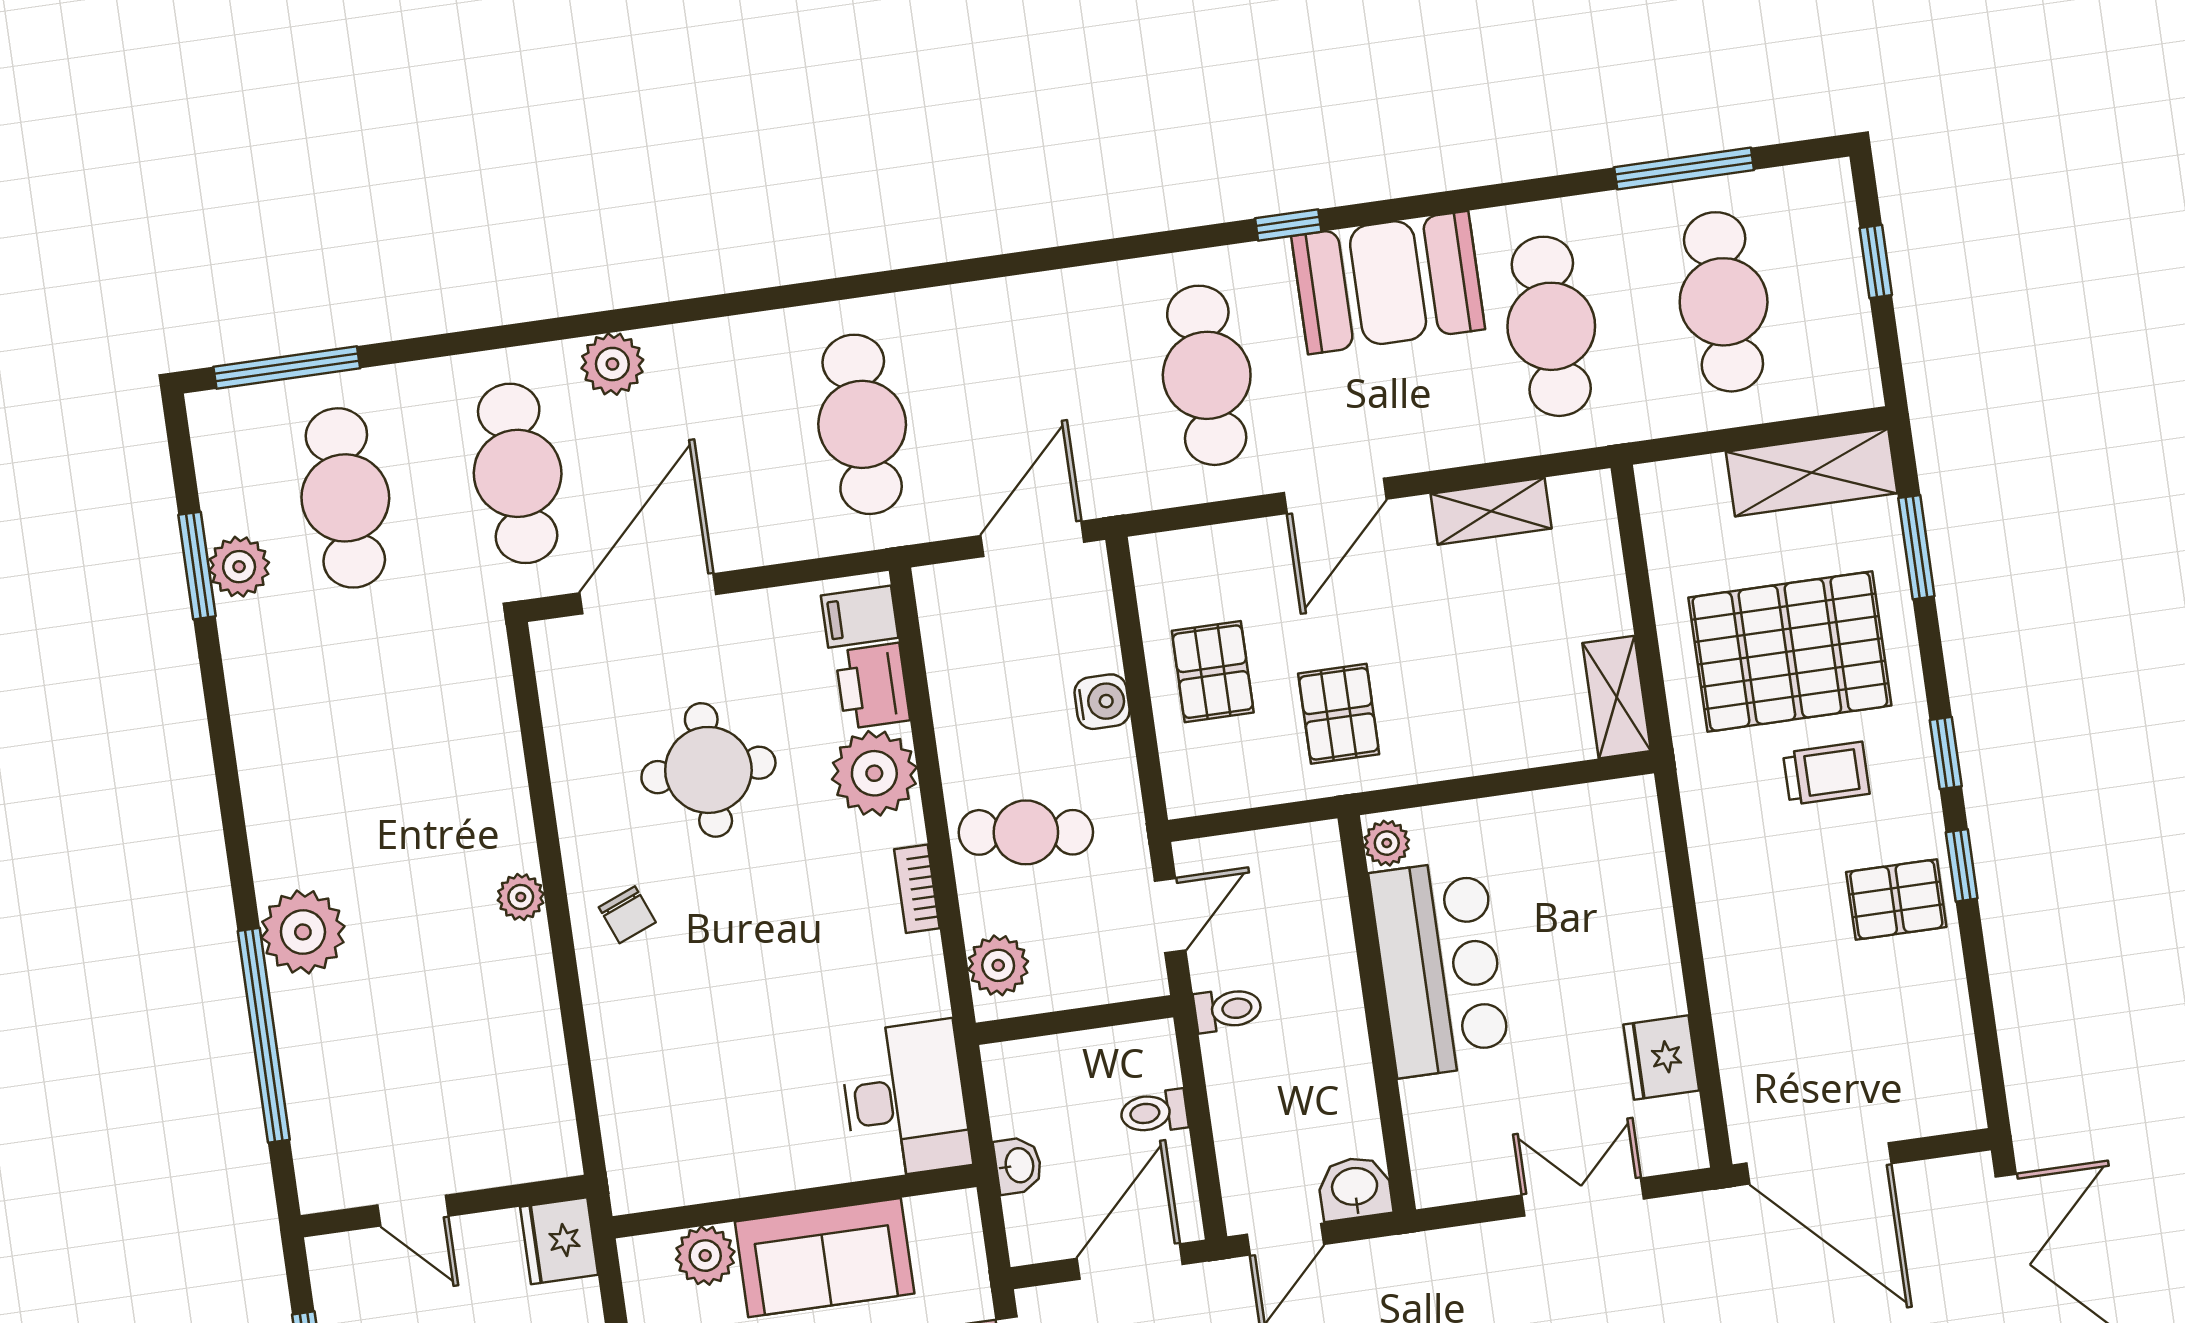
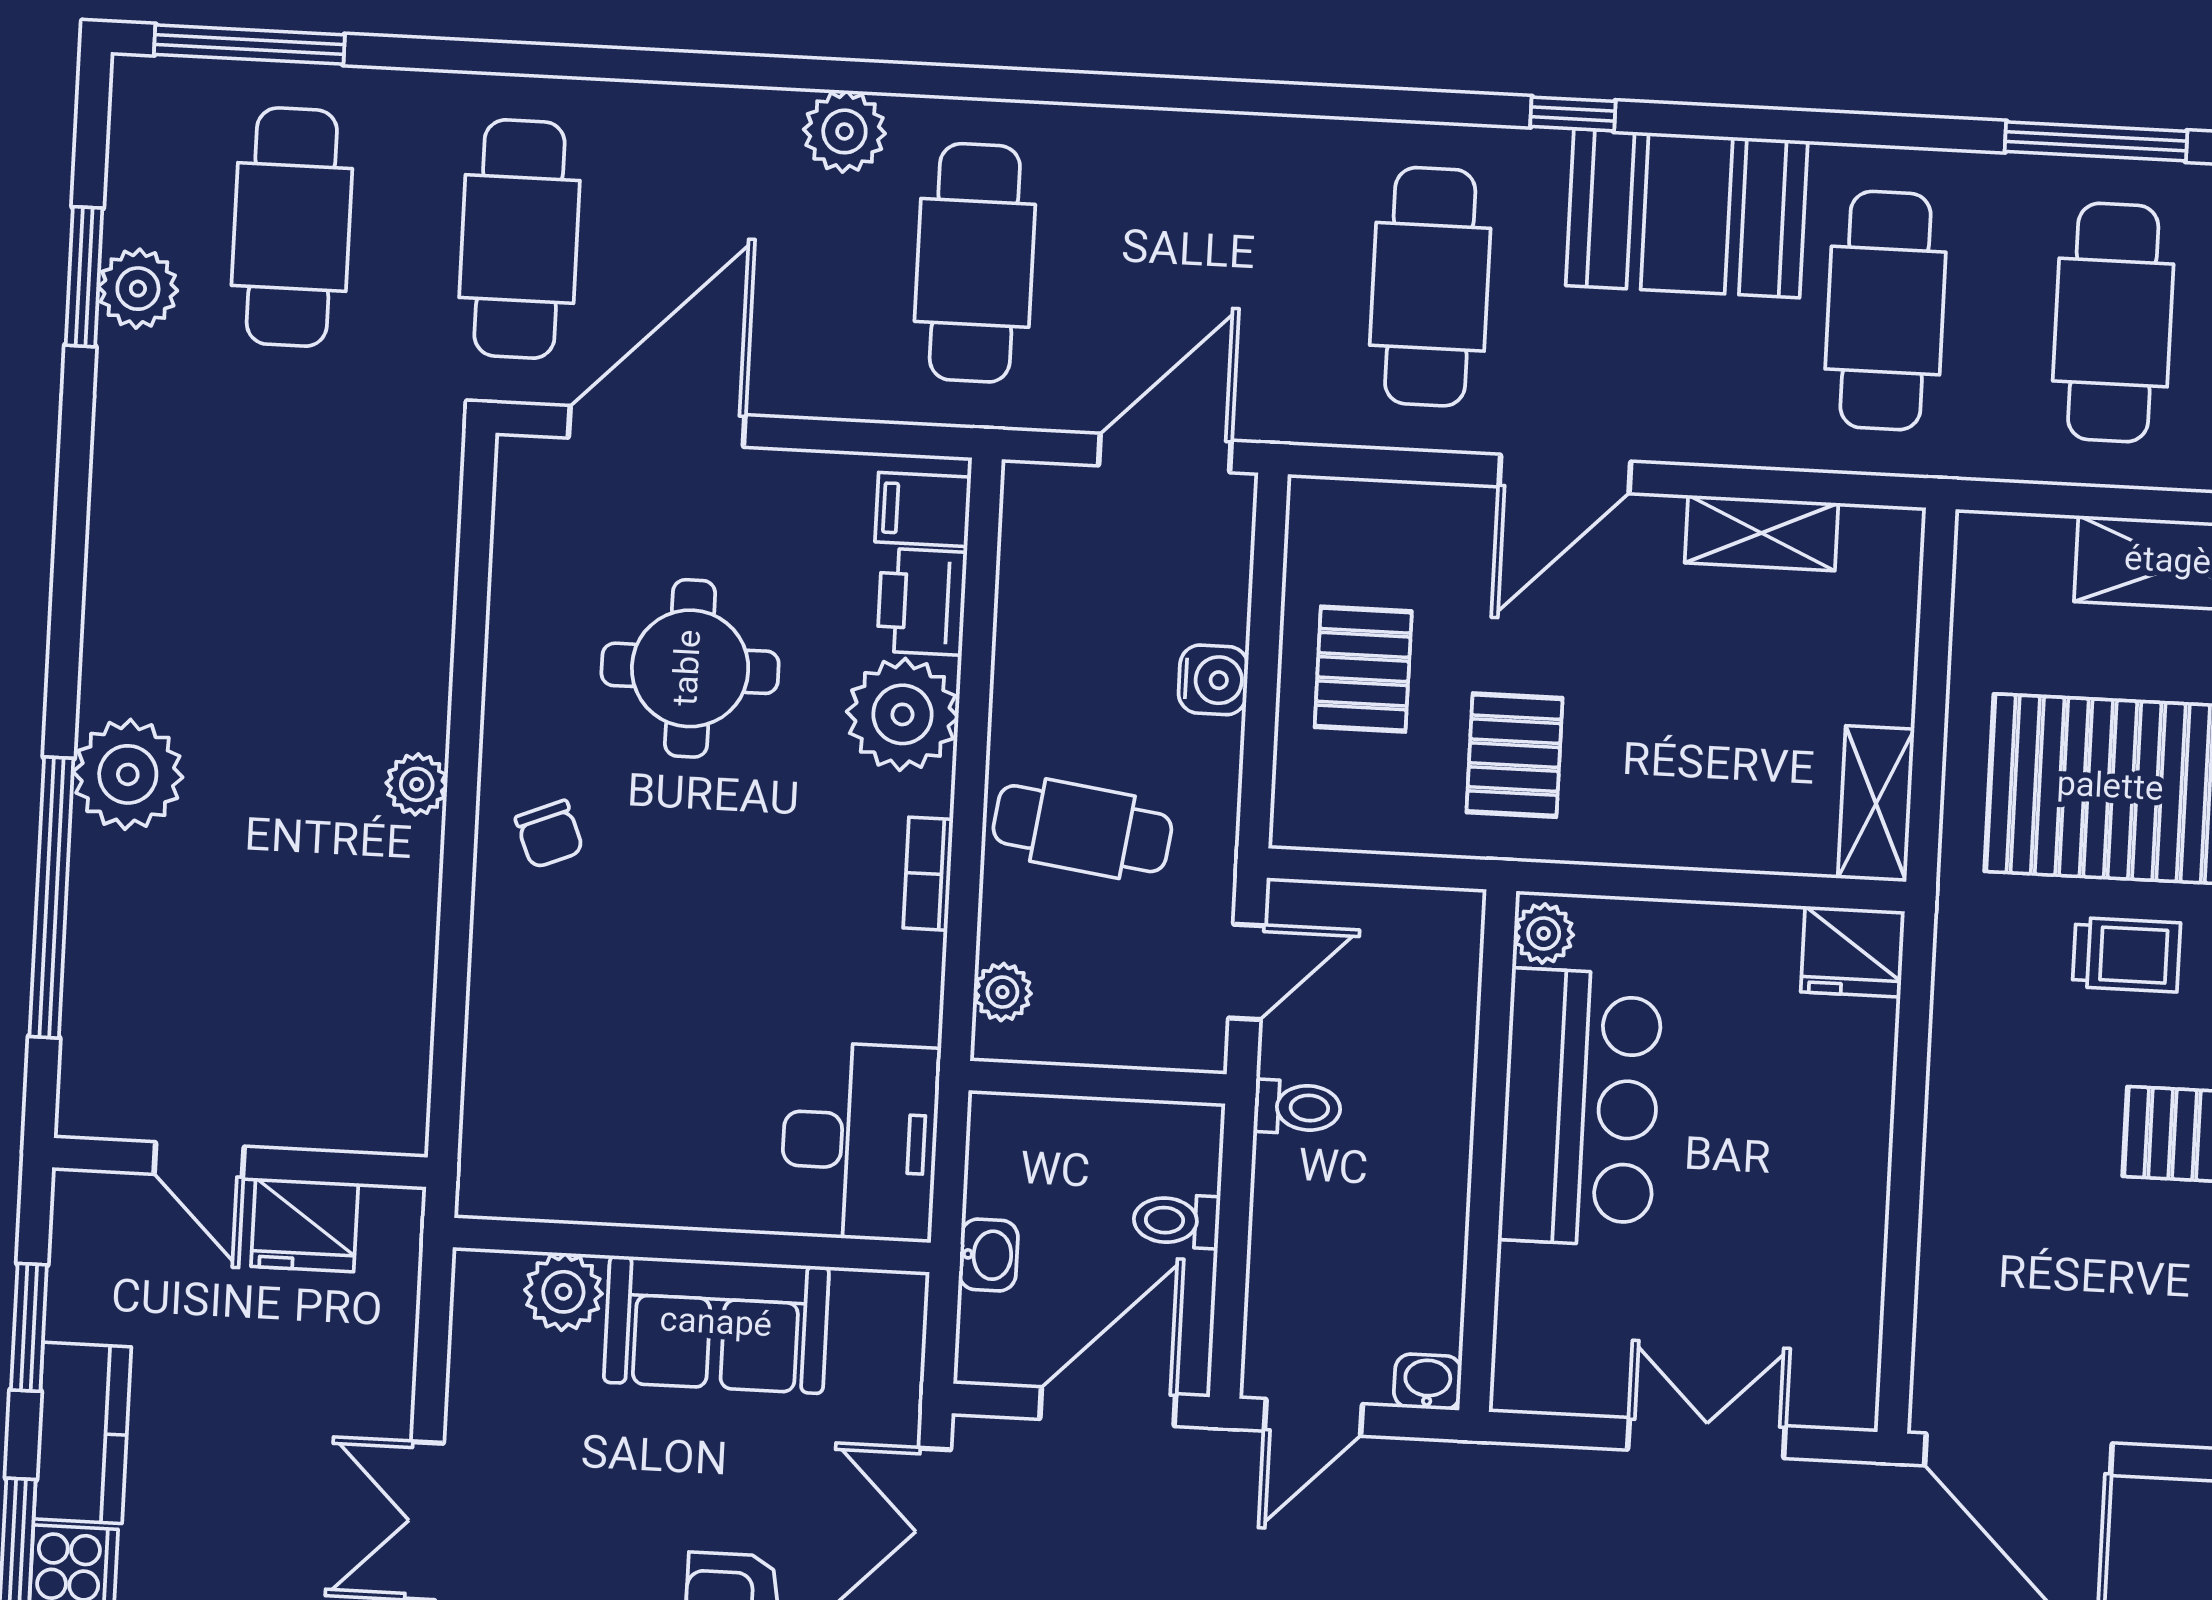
plant: (612, 364) -> (844, 131), moved
plant: (998, 965) -> (1002, 992), width x0.73, depth x0.73
fridge: (1661, 1058) -> (1853, 952), moved, turned -90
washbasin: (1355, 1188) -> (1428, 1382), width x0.72, depth x0.69
fridge: (559, 1241) -> (305, 1225), moved, turned -90

